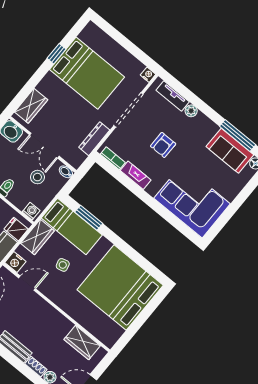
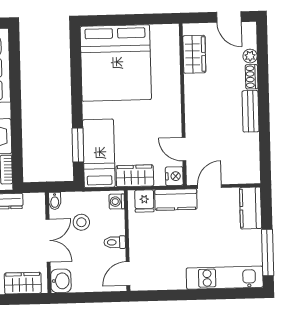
side table: (63, 265) -> (140, 132), removed

